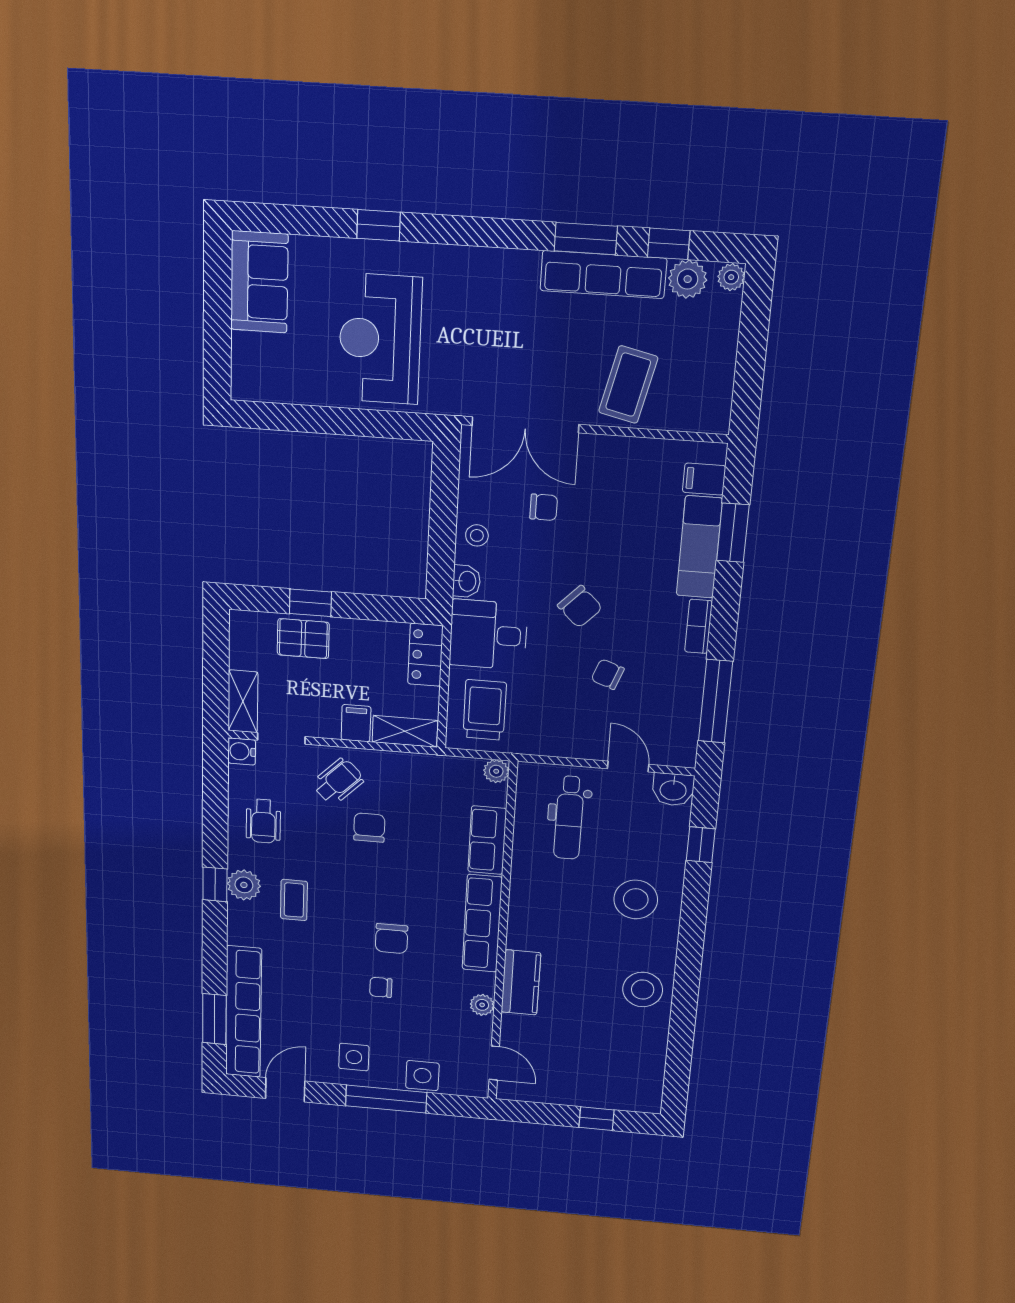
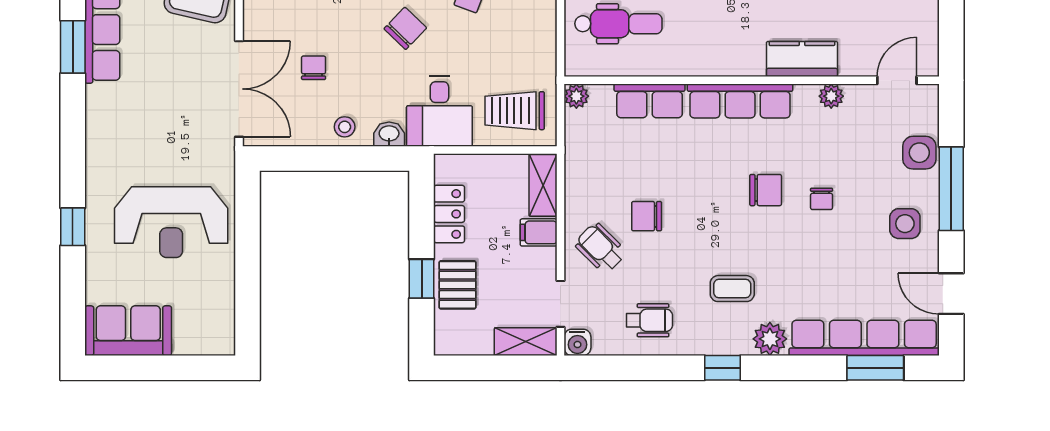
locker: (425, 655) -> (449, 214), moved, turned -90
plant: (244, 885) -> (770, 339), moved

